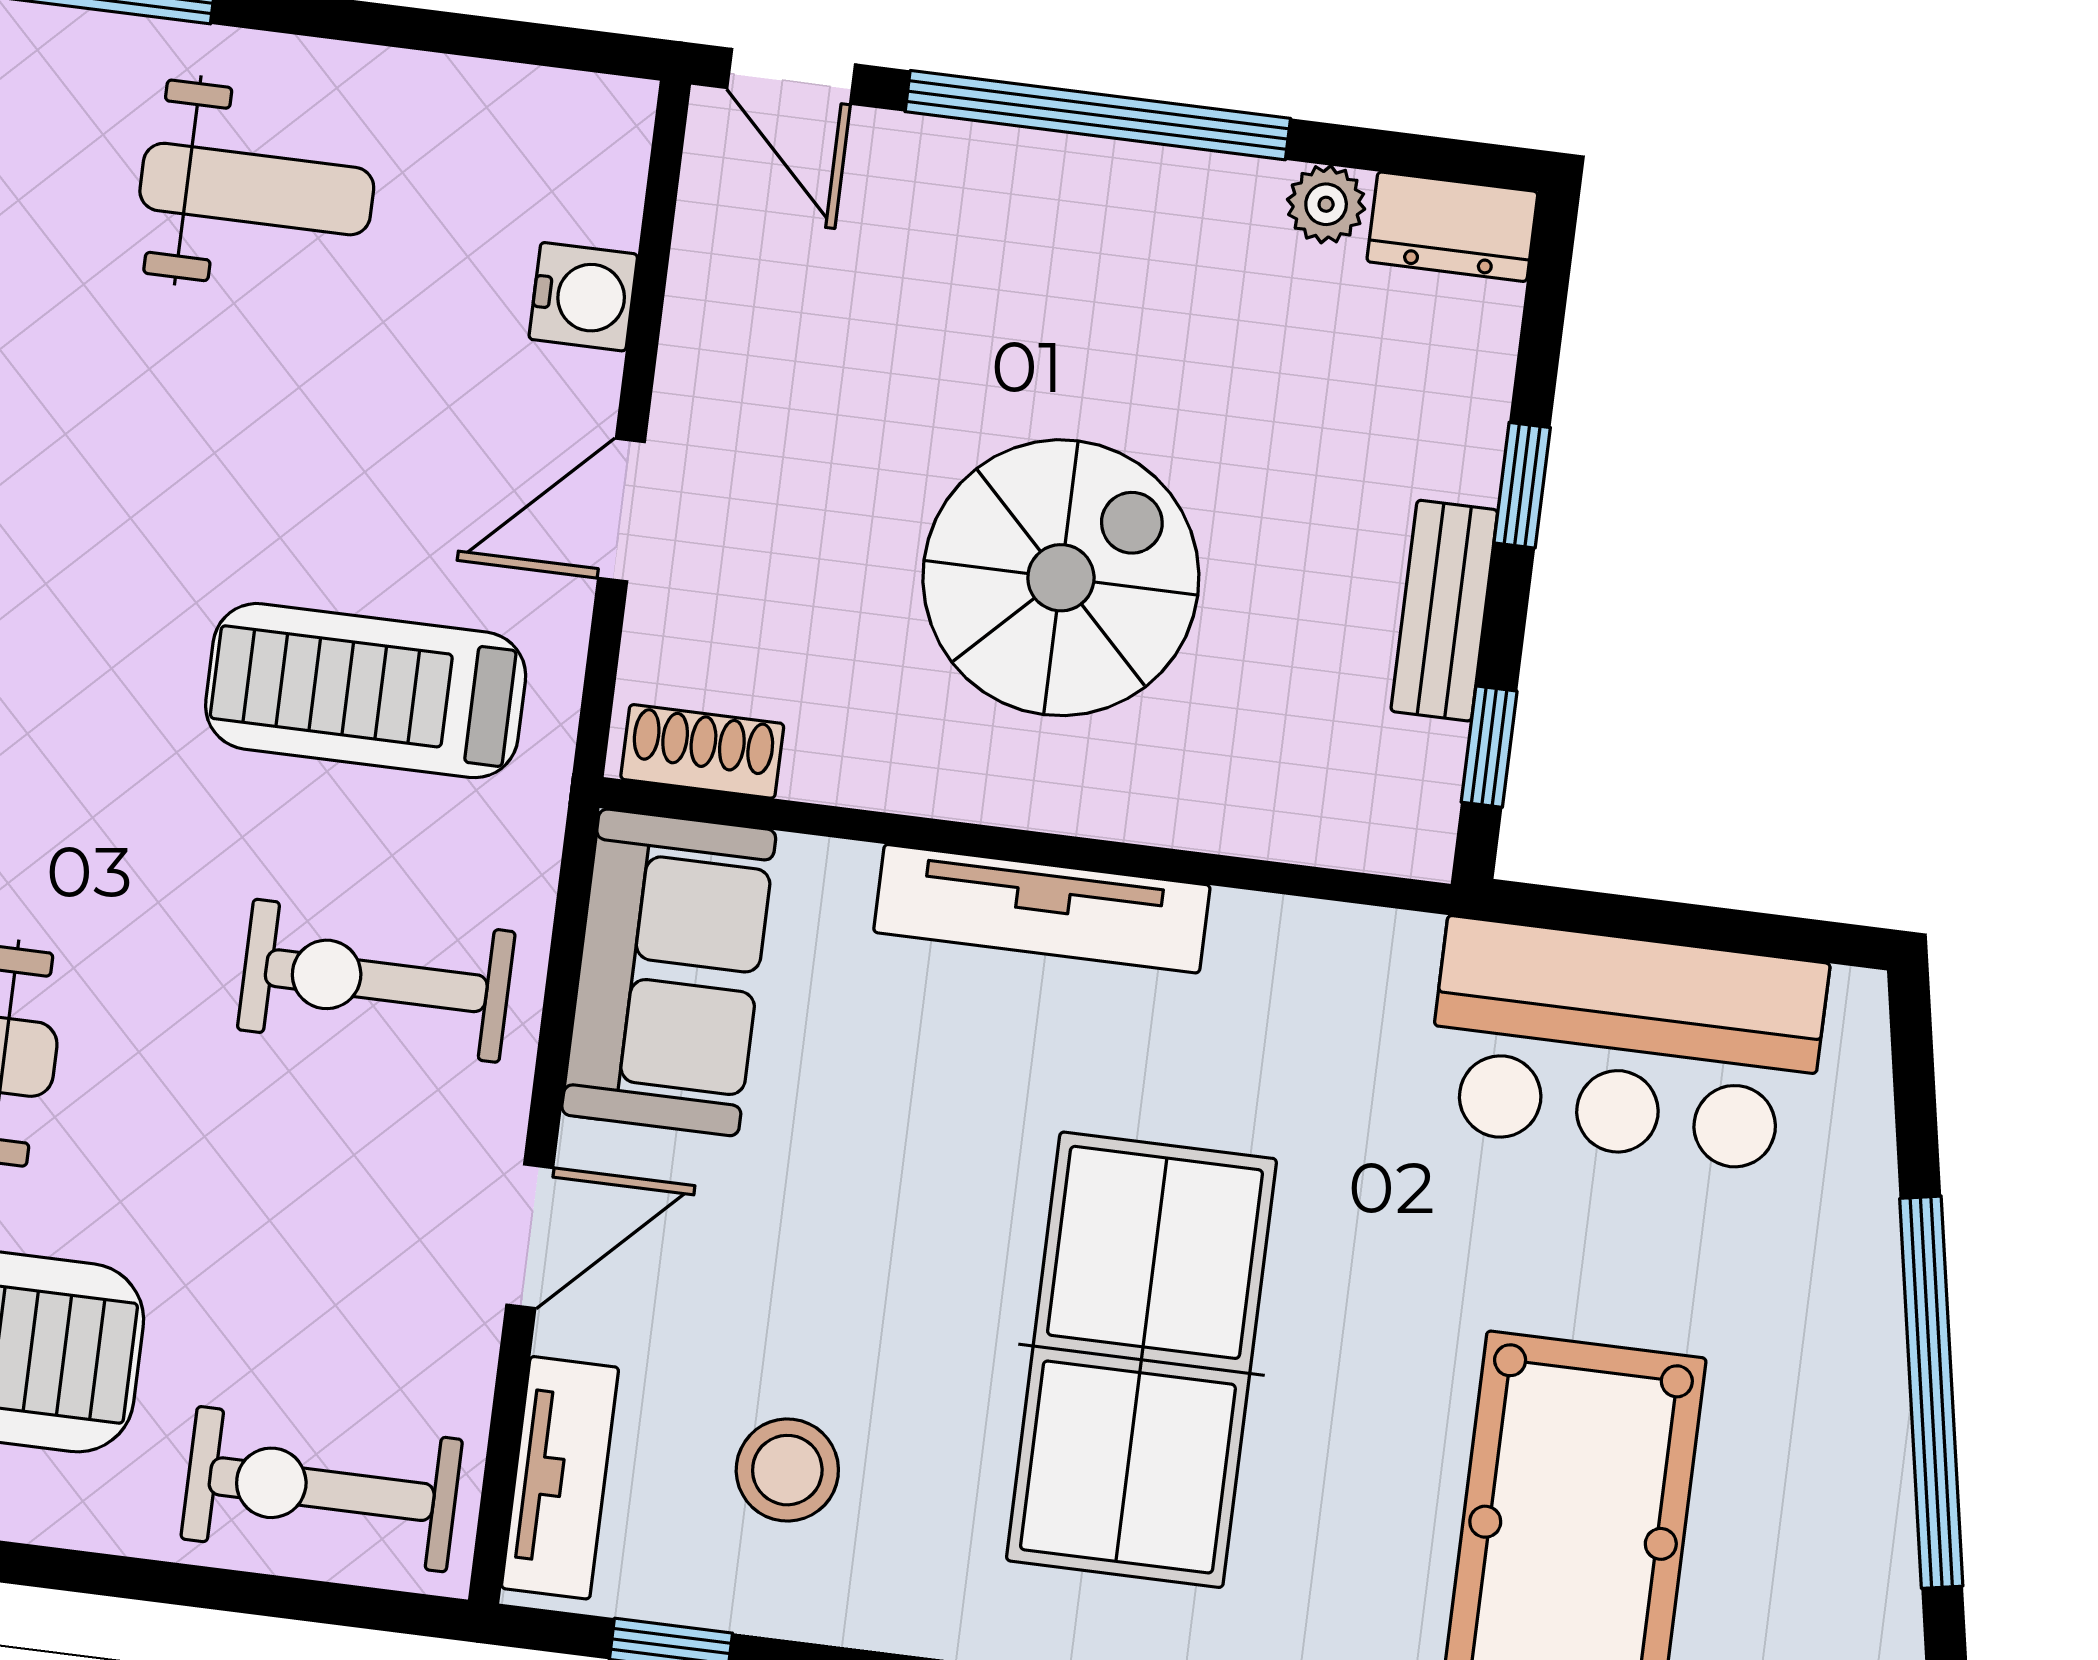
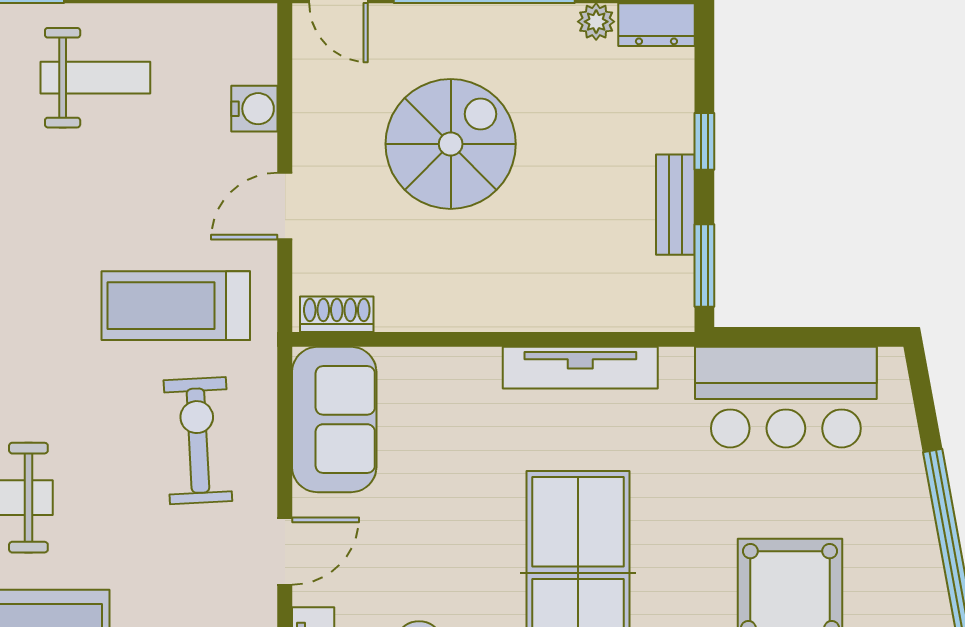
spiral stairs: (1061, 578) -> (451, 144), moved
window: (1489, 747) -> (704, 266), width x1.50
tv unit: (1042, 909) -> (580, 368), moved
exercise bike: (376, 981) -> (198, 441), turned 87

